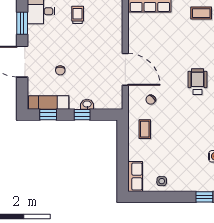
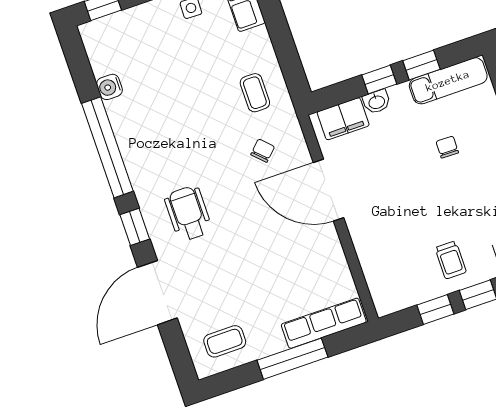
wheelchair: (197, 82) -> (188, 213), turned 180
filing cabinet: (106, 102) -> (343, 119), added
window: (48, 115) -> (421, 65), moved

